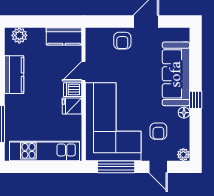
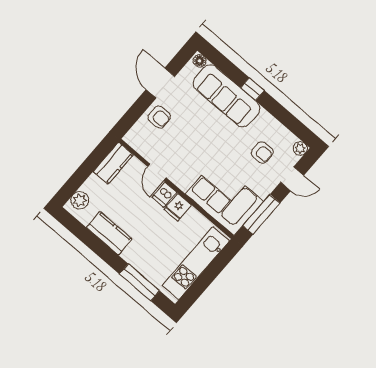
window: (196, 100) -> (252, 89), moved
floor lamp: (184, 113) -> (200, 61), moved
corner sofa: (113, 122) -> (225, 198), width x0.73, depth x0.74

